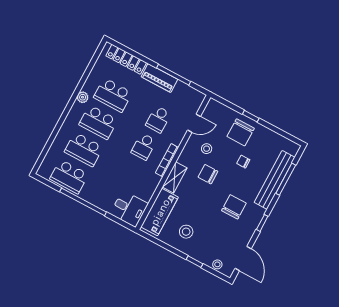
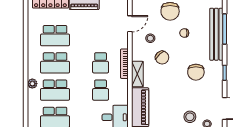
plant: (83, 97) -> (32, 84), moved
school desk: (158, 119) -> (101, 90), moved
chair: (208, 174) -> (162, 58), turned -132
chair: (234, 207) -> (196, 72), turned 180
stool: (186, 232) -> (190, 117), moved

